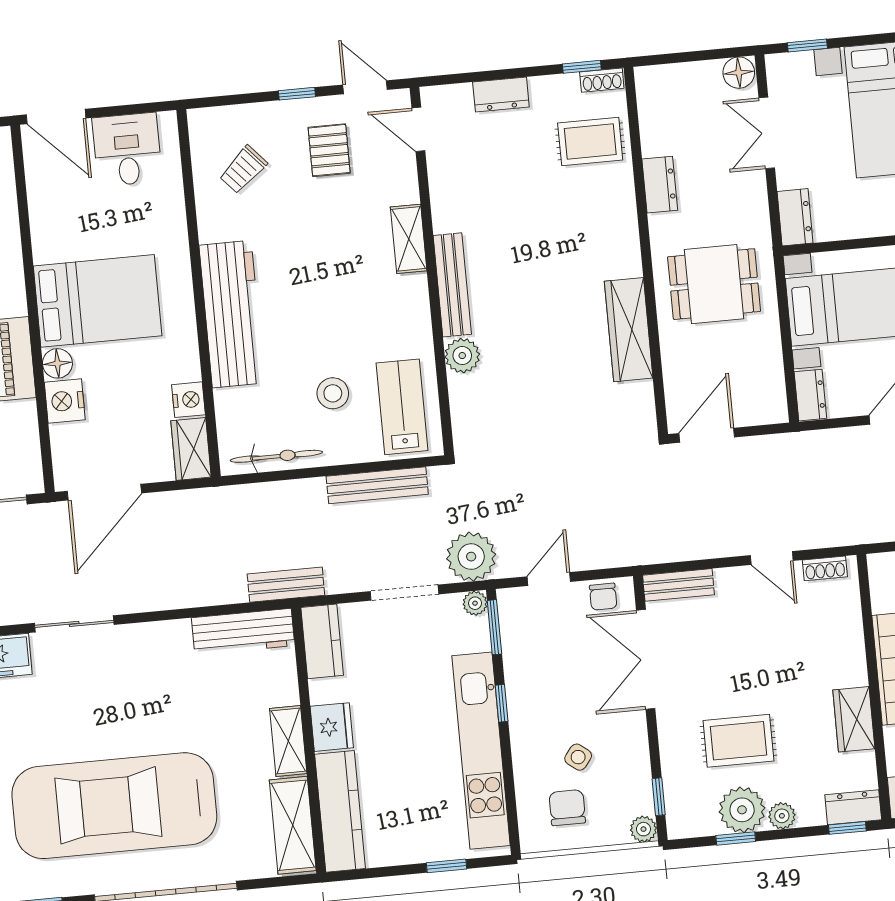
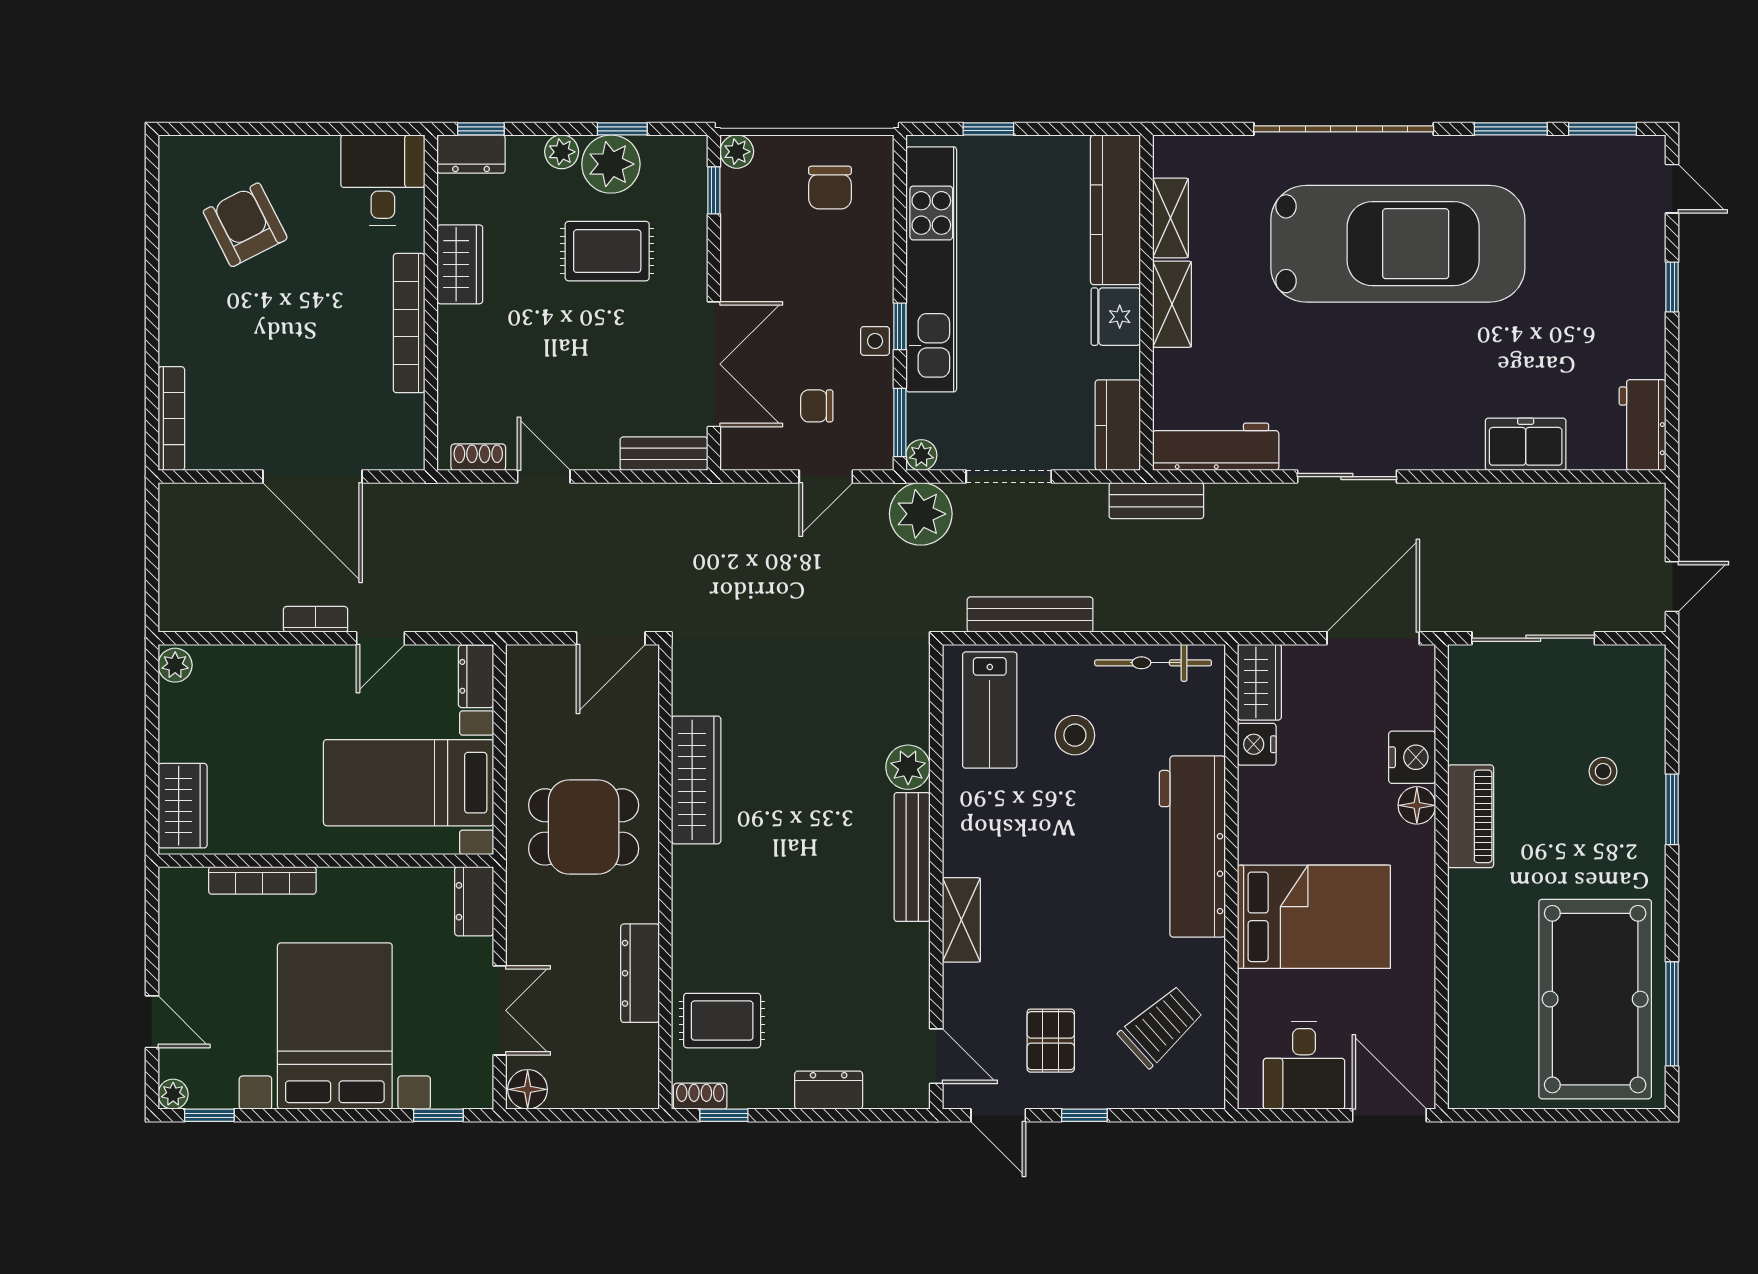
trolley: (243, 170) -> (1161, 1026), width x1.36, depth x1.39
dresser: (660, 185) -> (640, 973), width x1.44
bed: (98, 301) -> (1314, 917), moved, turned 180
chair: (603, 597) -> (817, 406), moved, turned -90
sliding door: (74, 624) -> (1347, 477), moved
side table: (578, 757) -> (875, 341), moved, turned -38
shelving: (293, 825) -> (1170, 218), width x0.67, depth x0.75

